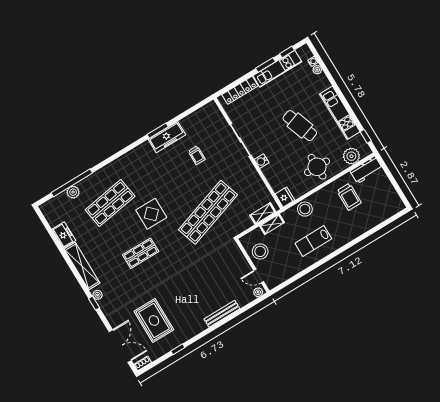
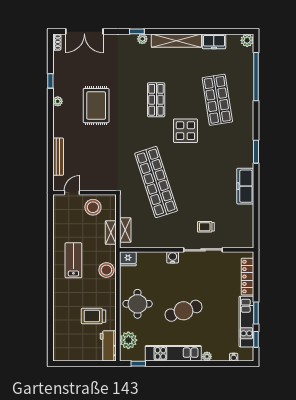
plant: (317, 70) -> (207, 357), moved
window: (158, 131) -> (256, 152), moved
trolley: (197, 155) -> (206, 227), moved
plant: (73, 192) -> (247, 40), moved
plant: (258, 292) -> (58, 101), moved
bench: (222, 314) -> (58, 157), moved
rug: (154, 321) -> (96, 106), moved, turned 90

